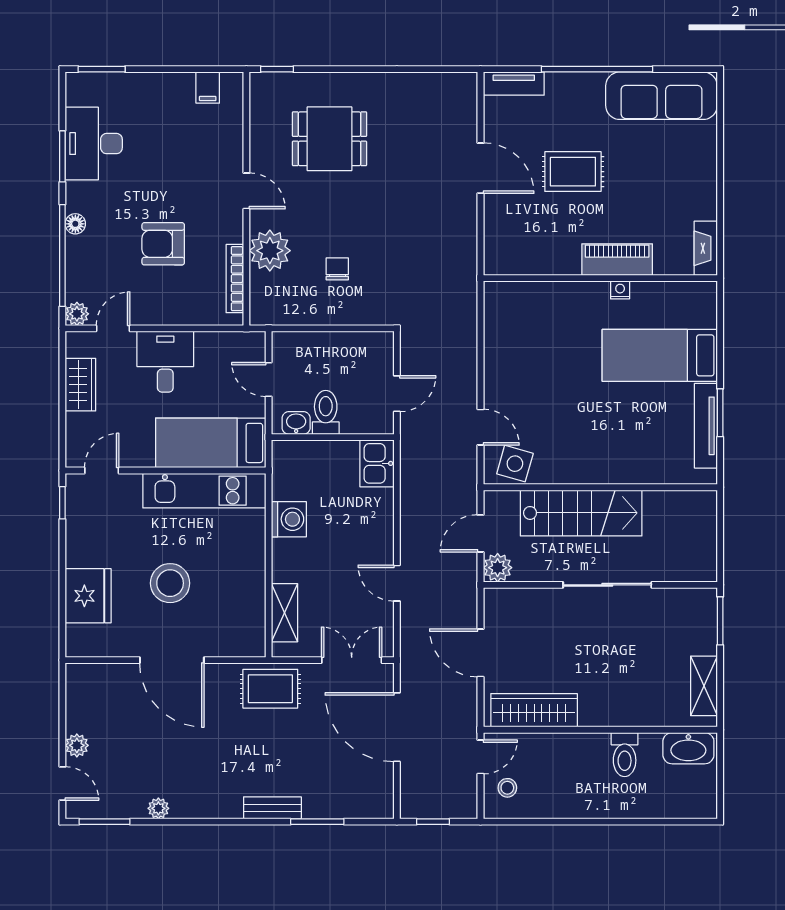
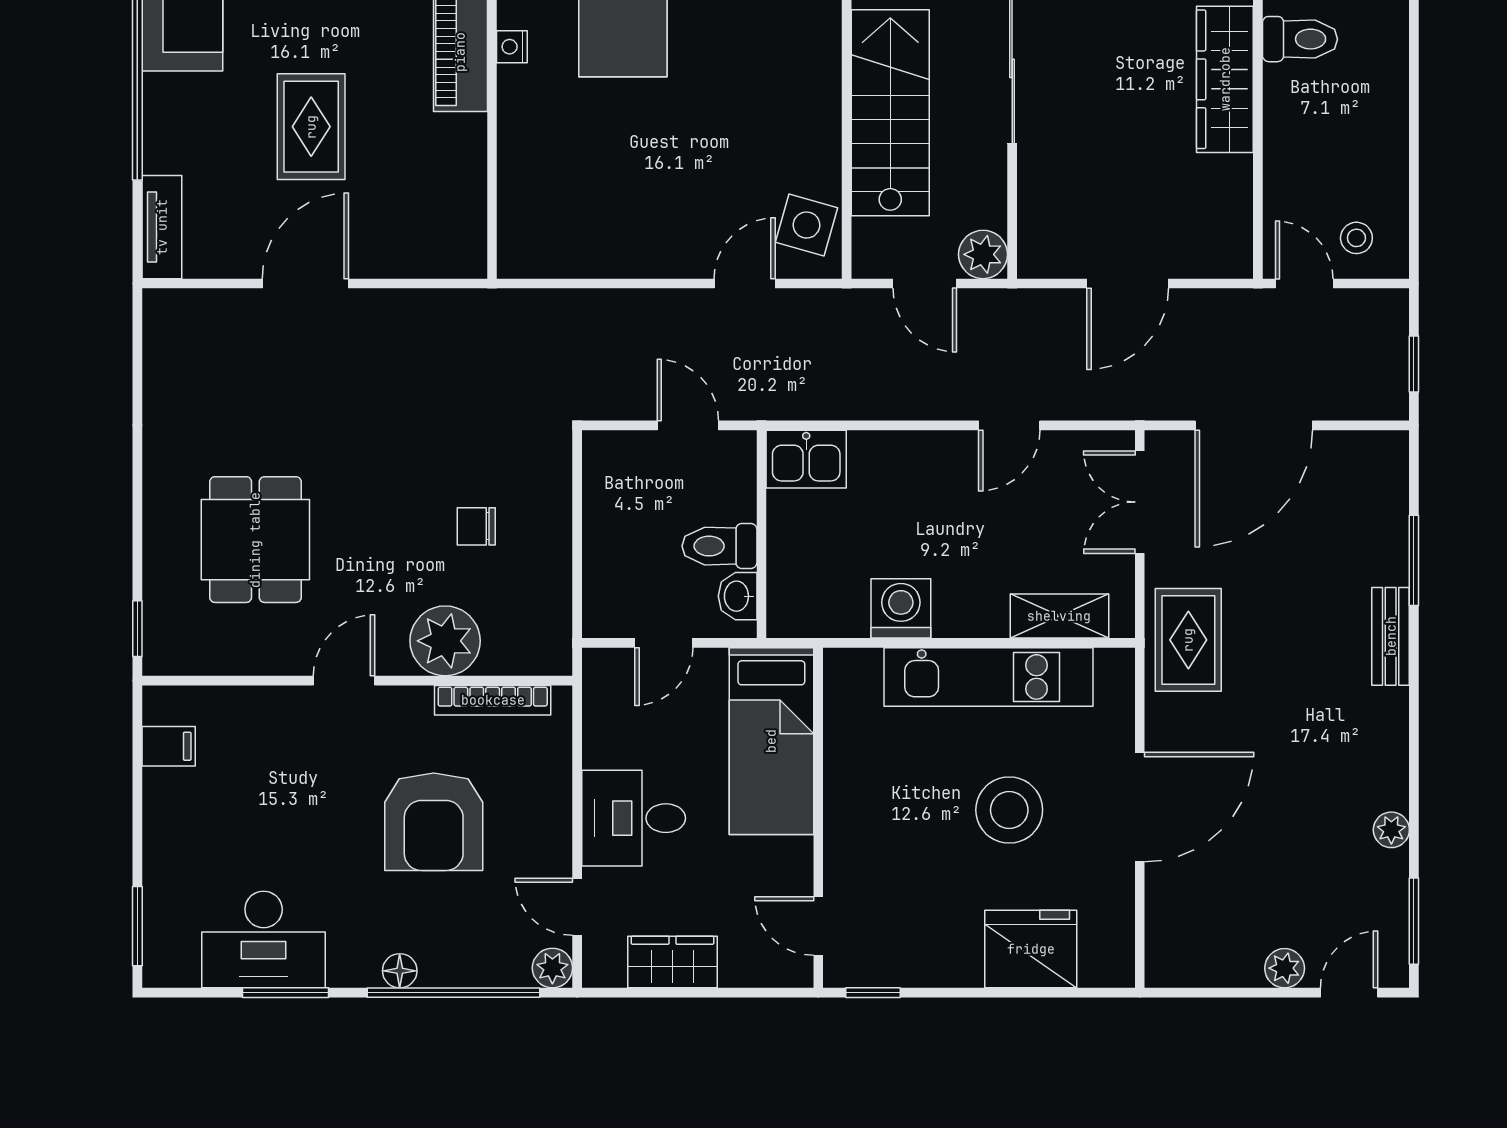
armchair: (163, 244) -> (434, 822), width x1.36, depth x1.36
kitchen unit: (204, 491) -> (988, 677), moved, turned 90
wardrobe: (534, 710) -> (1225, 79), moved

